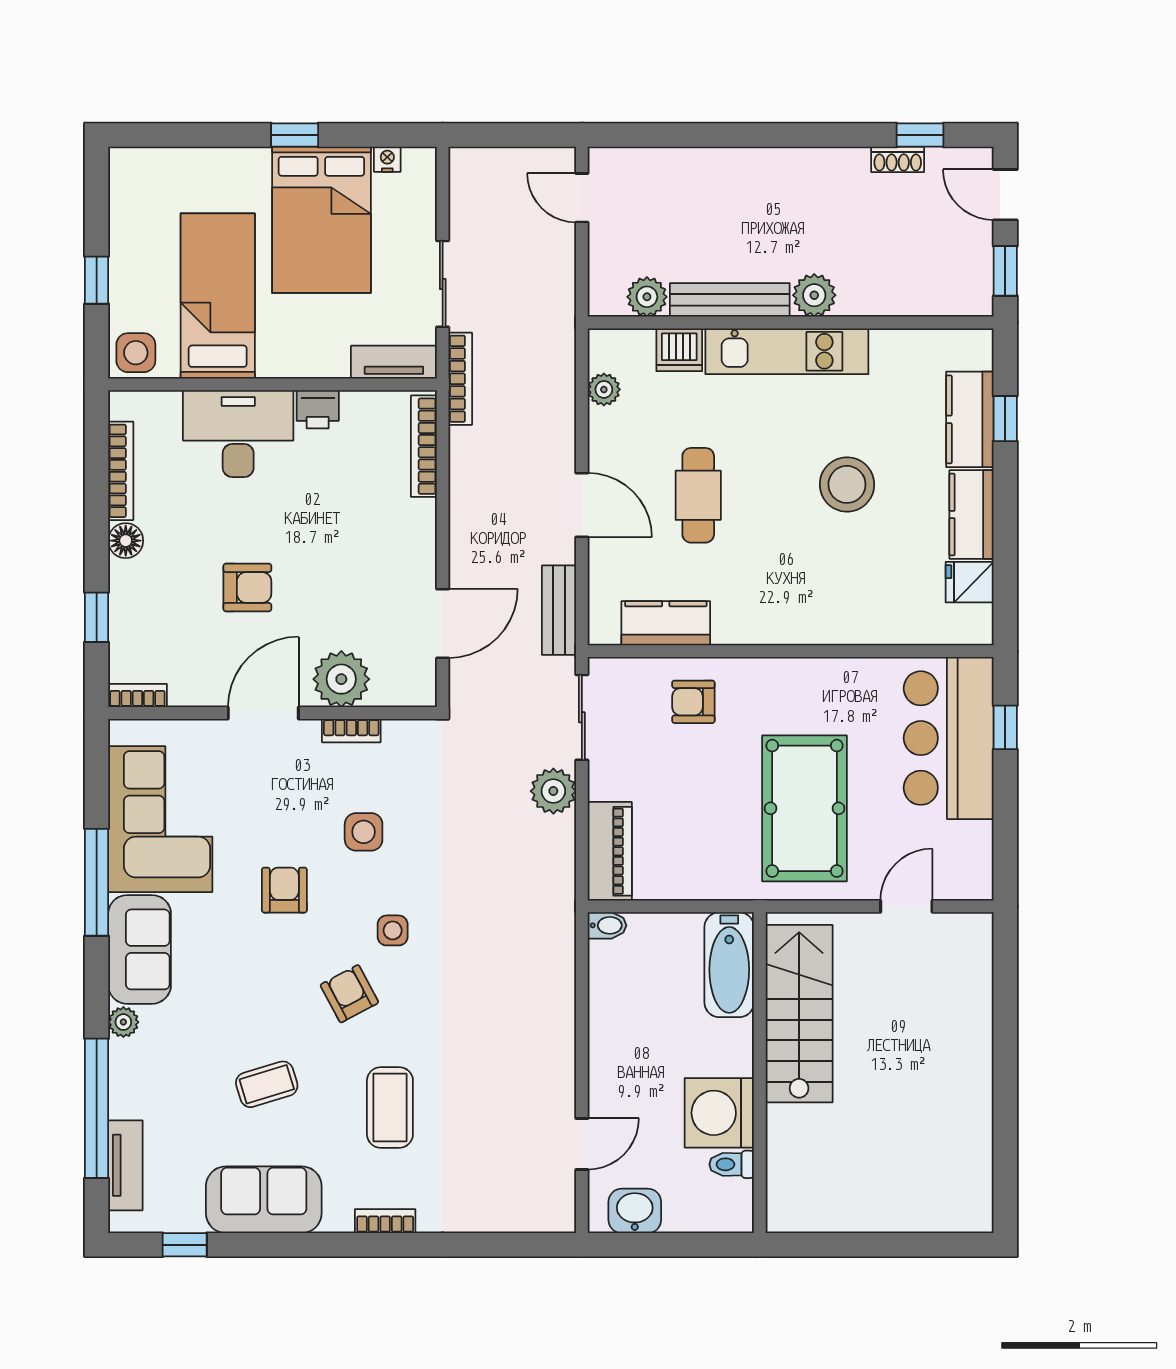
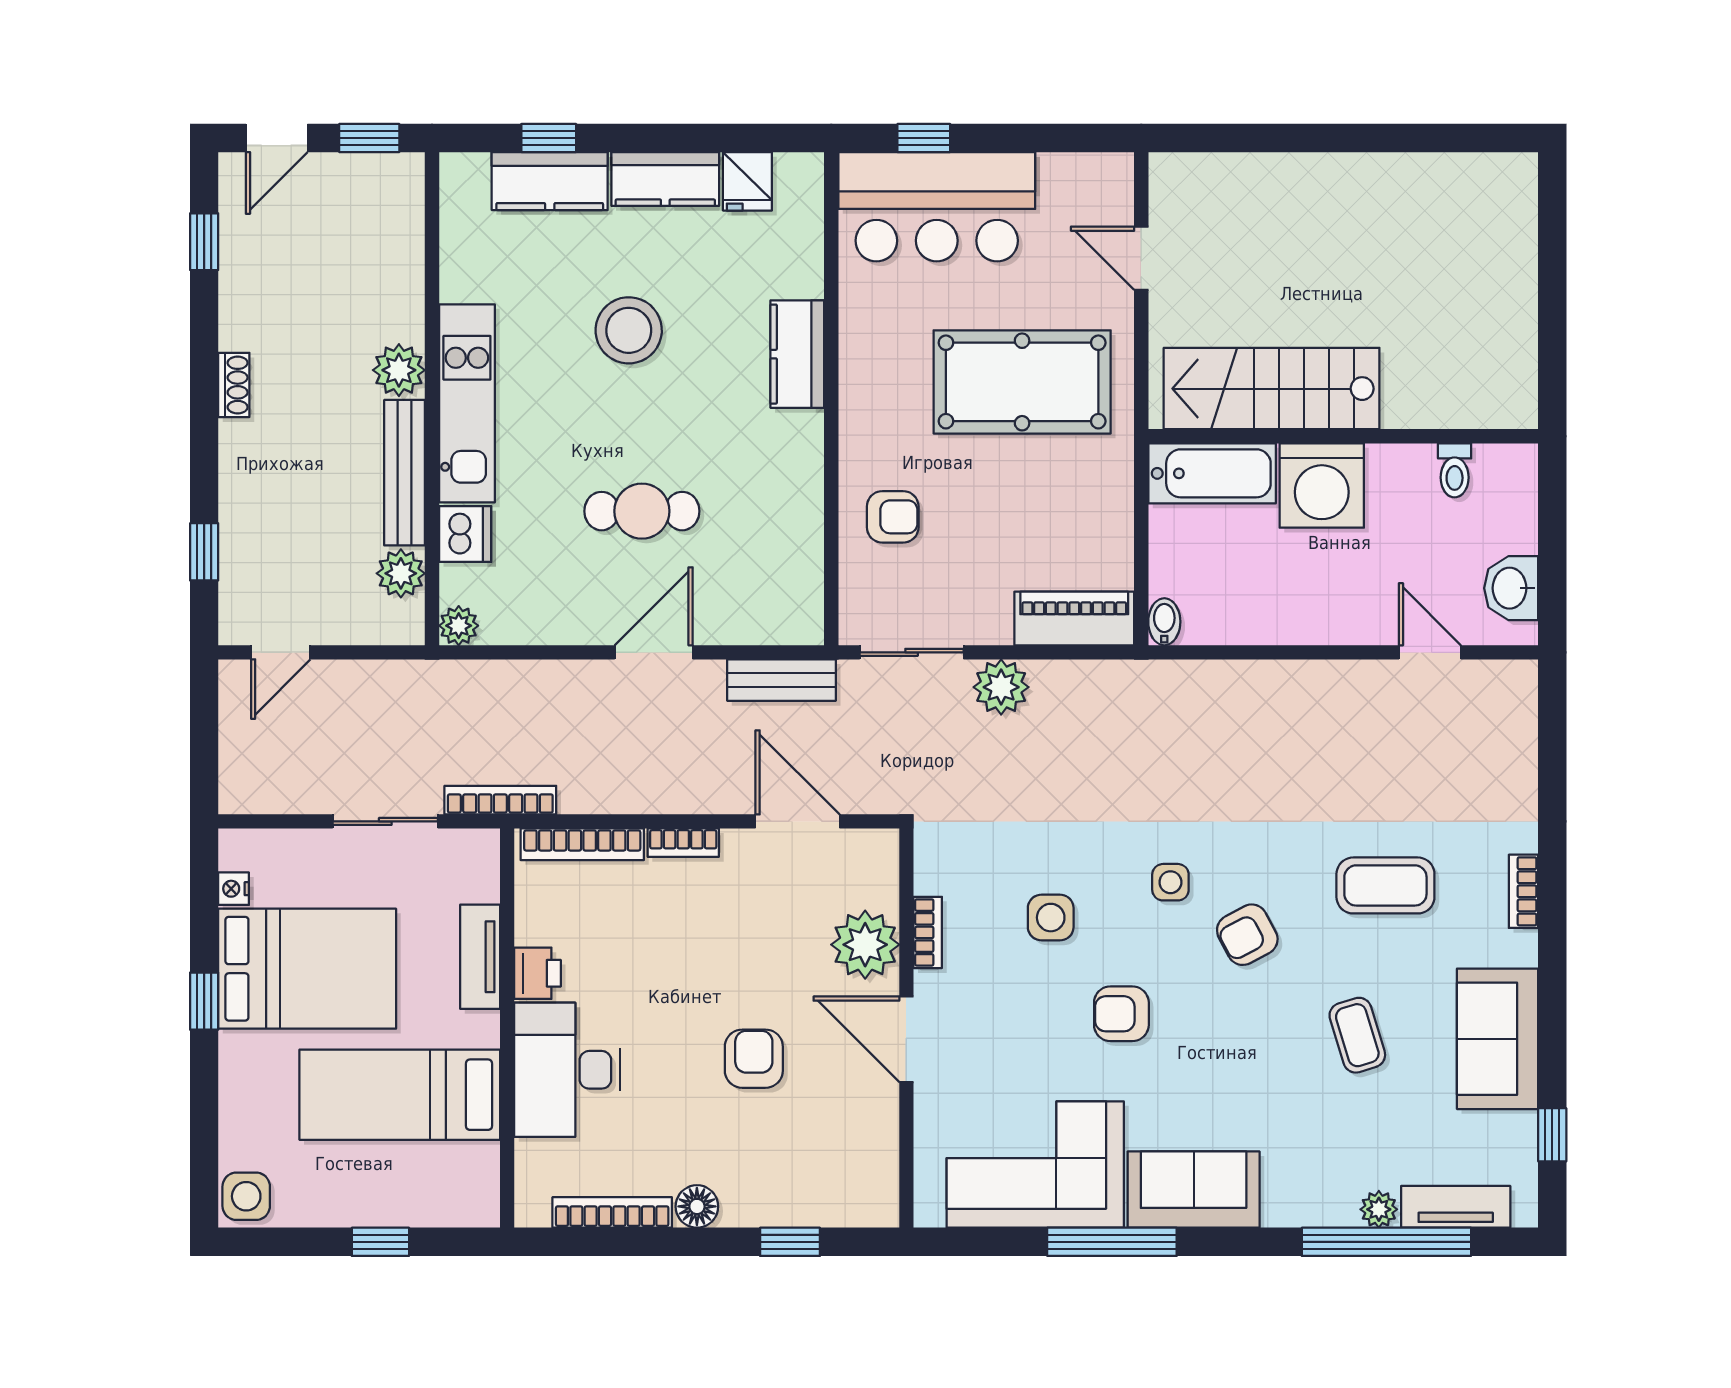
window: (665, 135) -> (204, 552), added
shoe rack: (898, 159) -> (234, 385), moved
side table: (136, 353) -> (246, 1196), moved
tv unit: (394, 362) -> (480, 957), moved
plant: (604, 389) -> (459, 626), moved
kitchen counter: (666, 623) -> (797, 354), moved
bookcase: (137, 696) -> (683, 843), moved, turned -90
armchair: (693, 702) -> (893, 517), turned -90
plant: (123, 1022) -> (1379, 1209), moved
washing machine: (719, 1113) -> (1322, 485), moved

